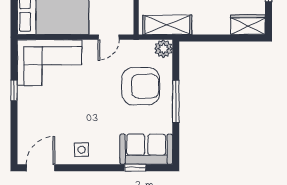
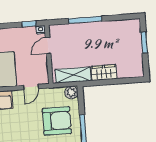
wardrobe: (248, 25) -> (104, 73), moved

